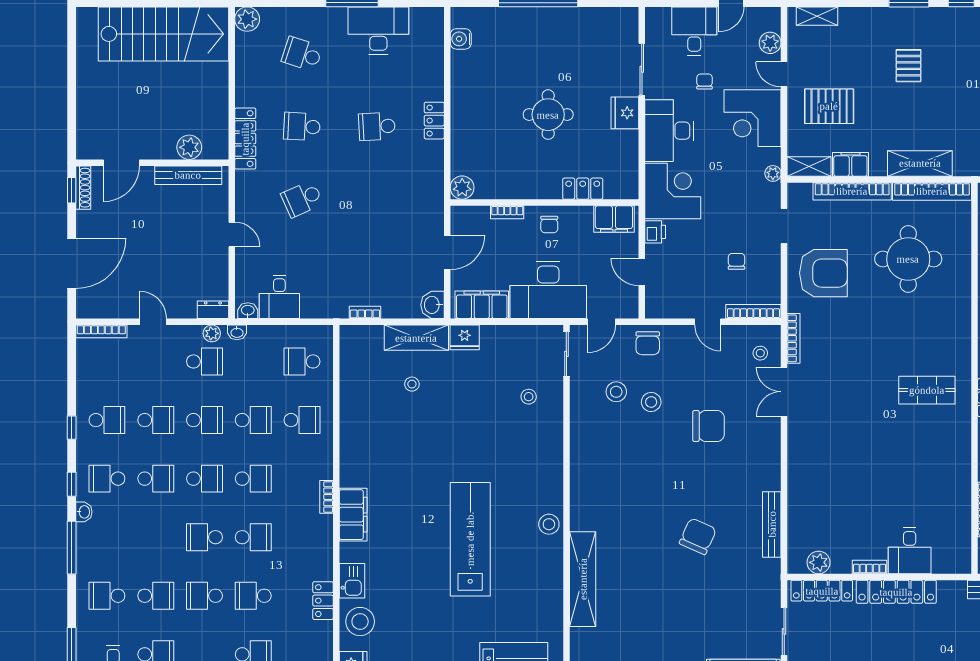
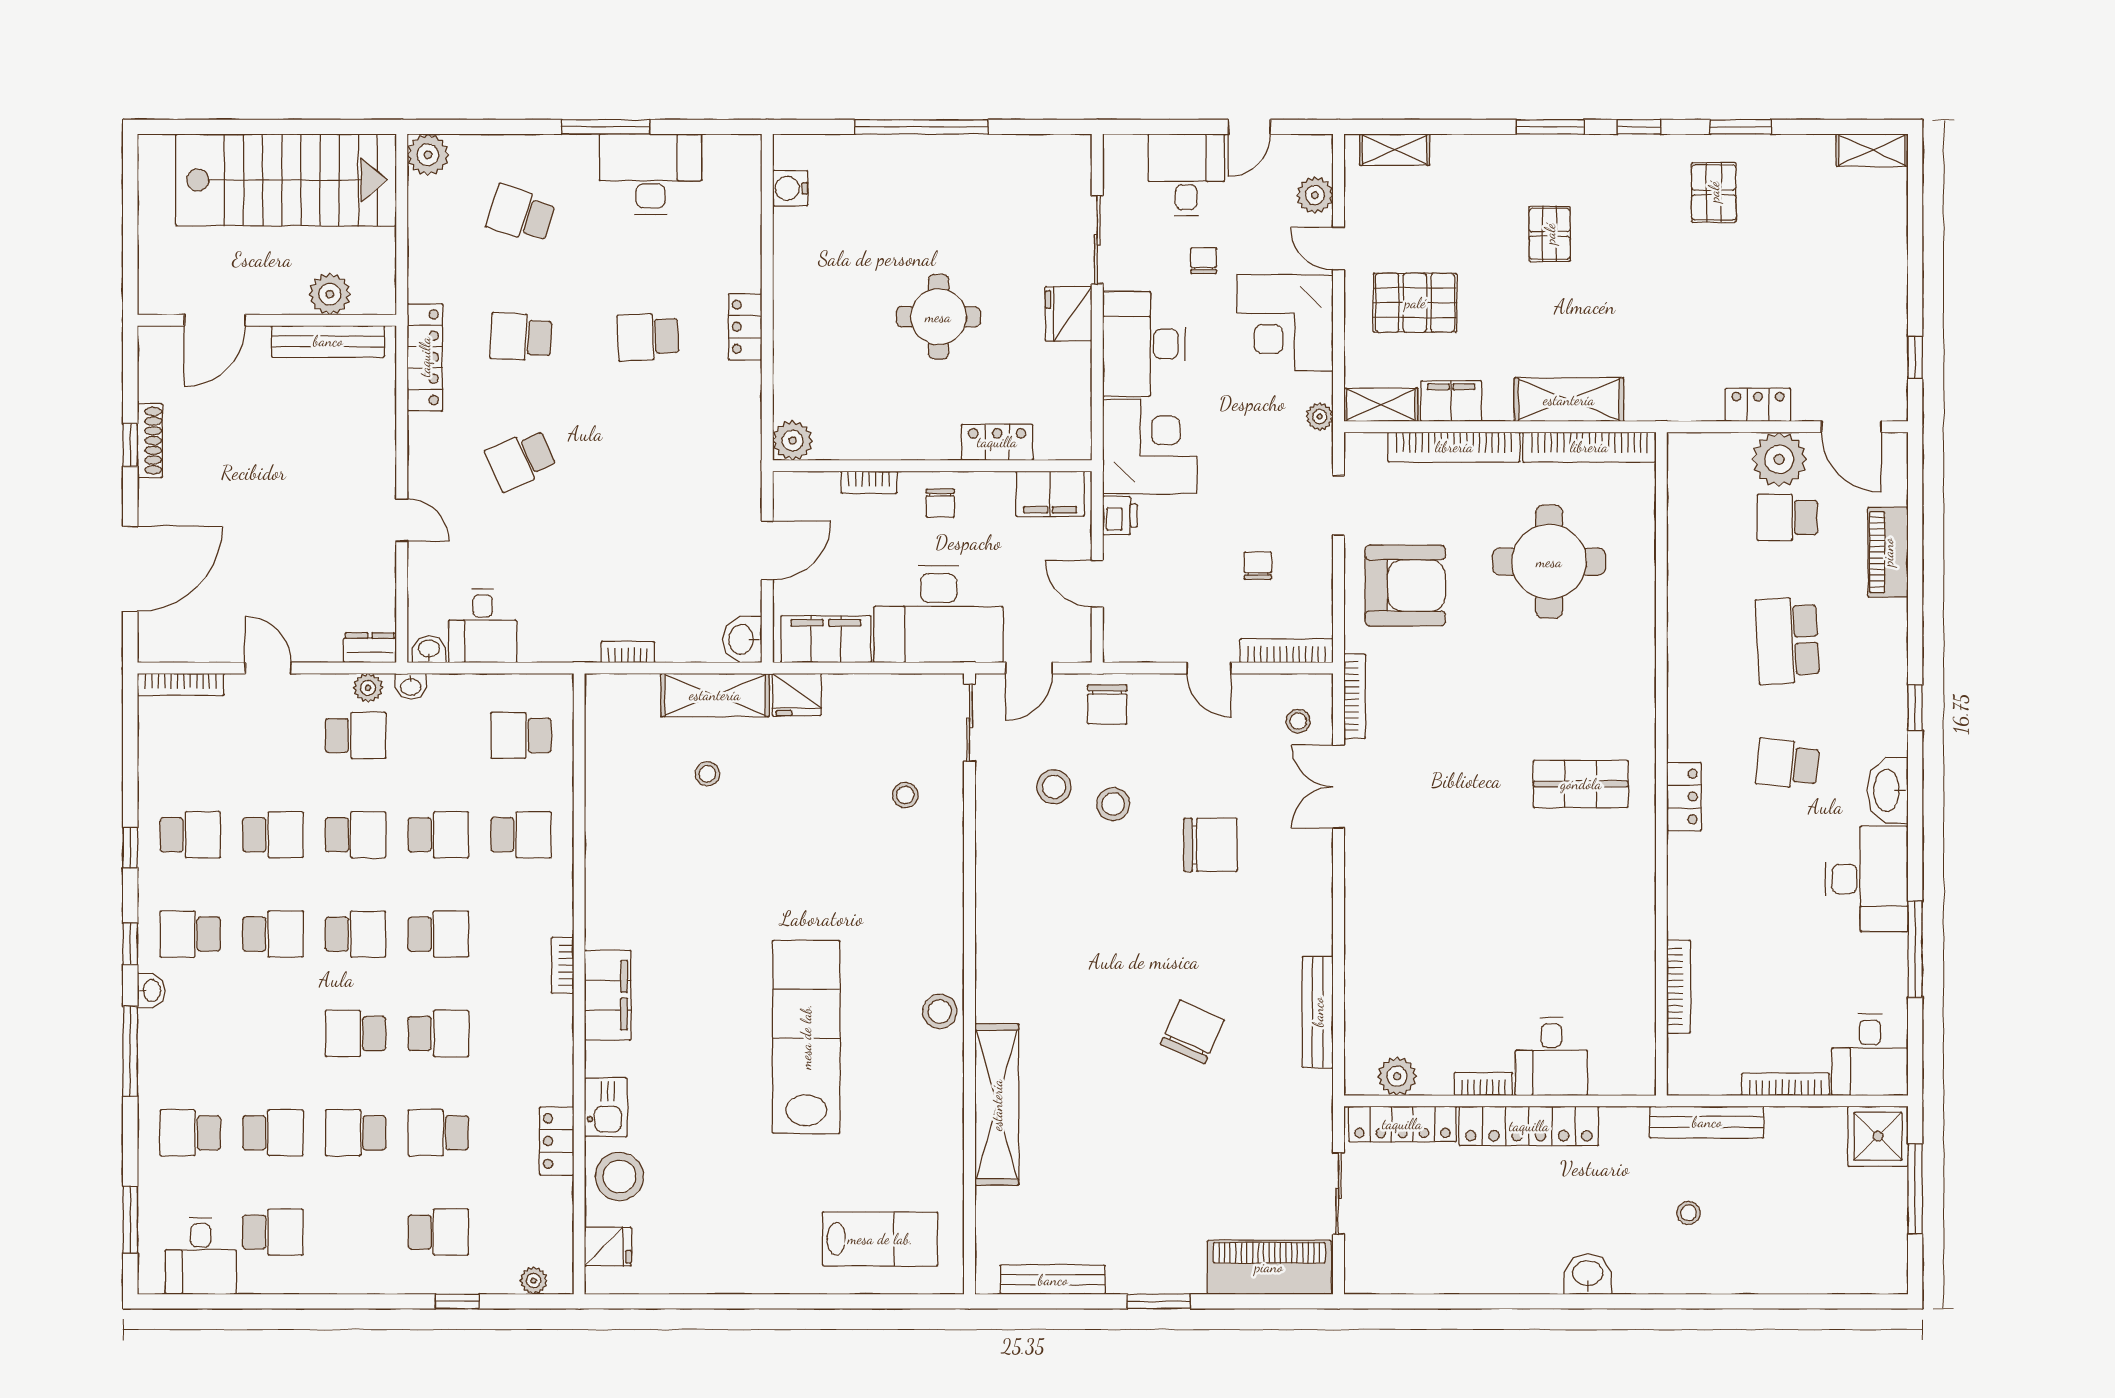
plant: (189, 147) -> (330, 294), moved
door: (121, 163) -> (215, 320), moved
wall: (152, 163) -> (267, 320), moved
bench: (188, 175) -> (328, 341), moved

